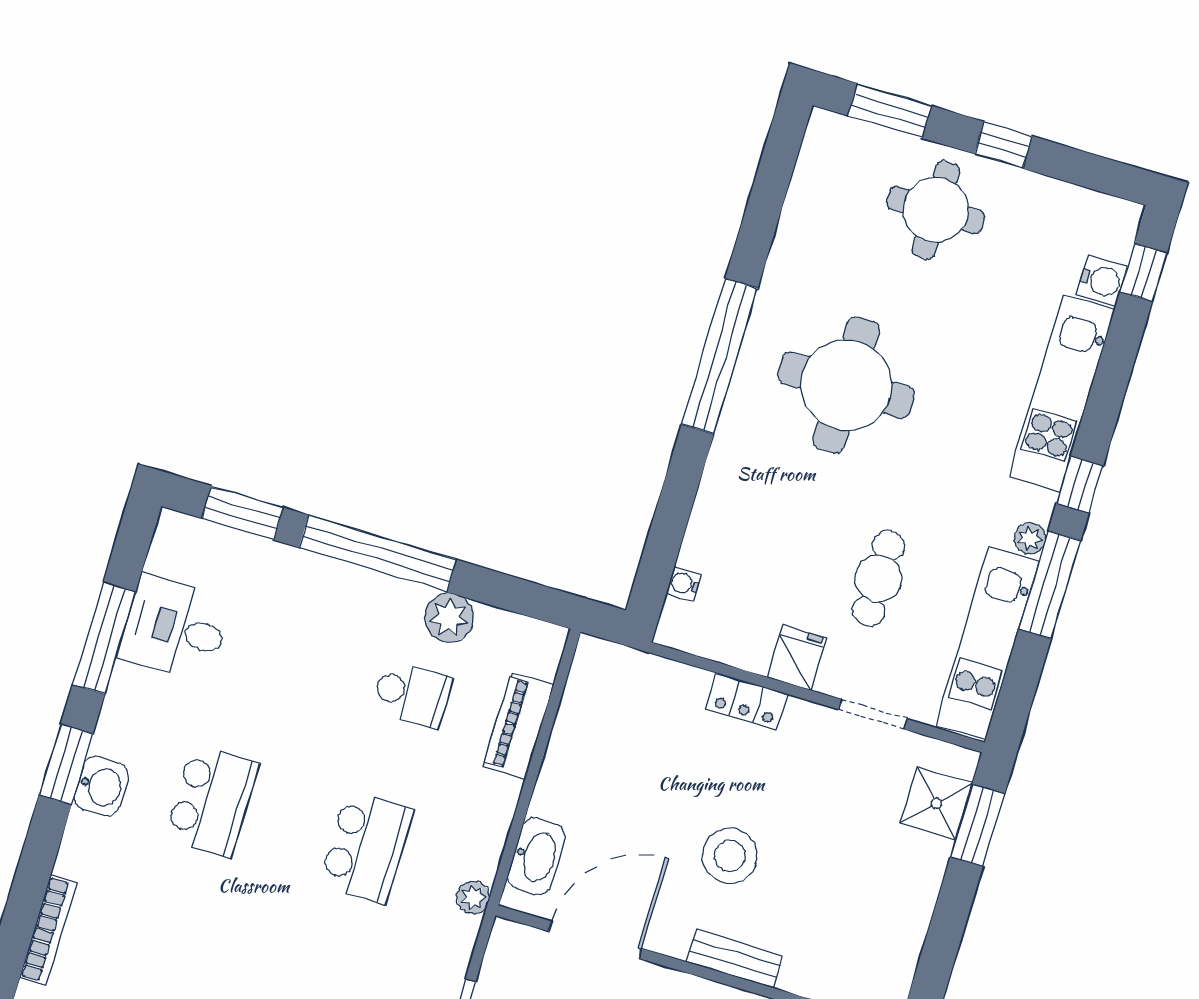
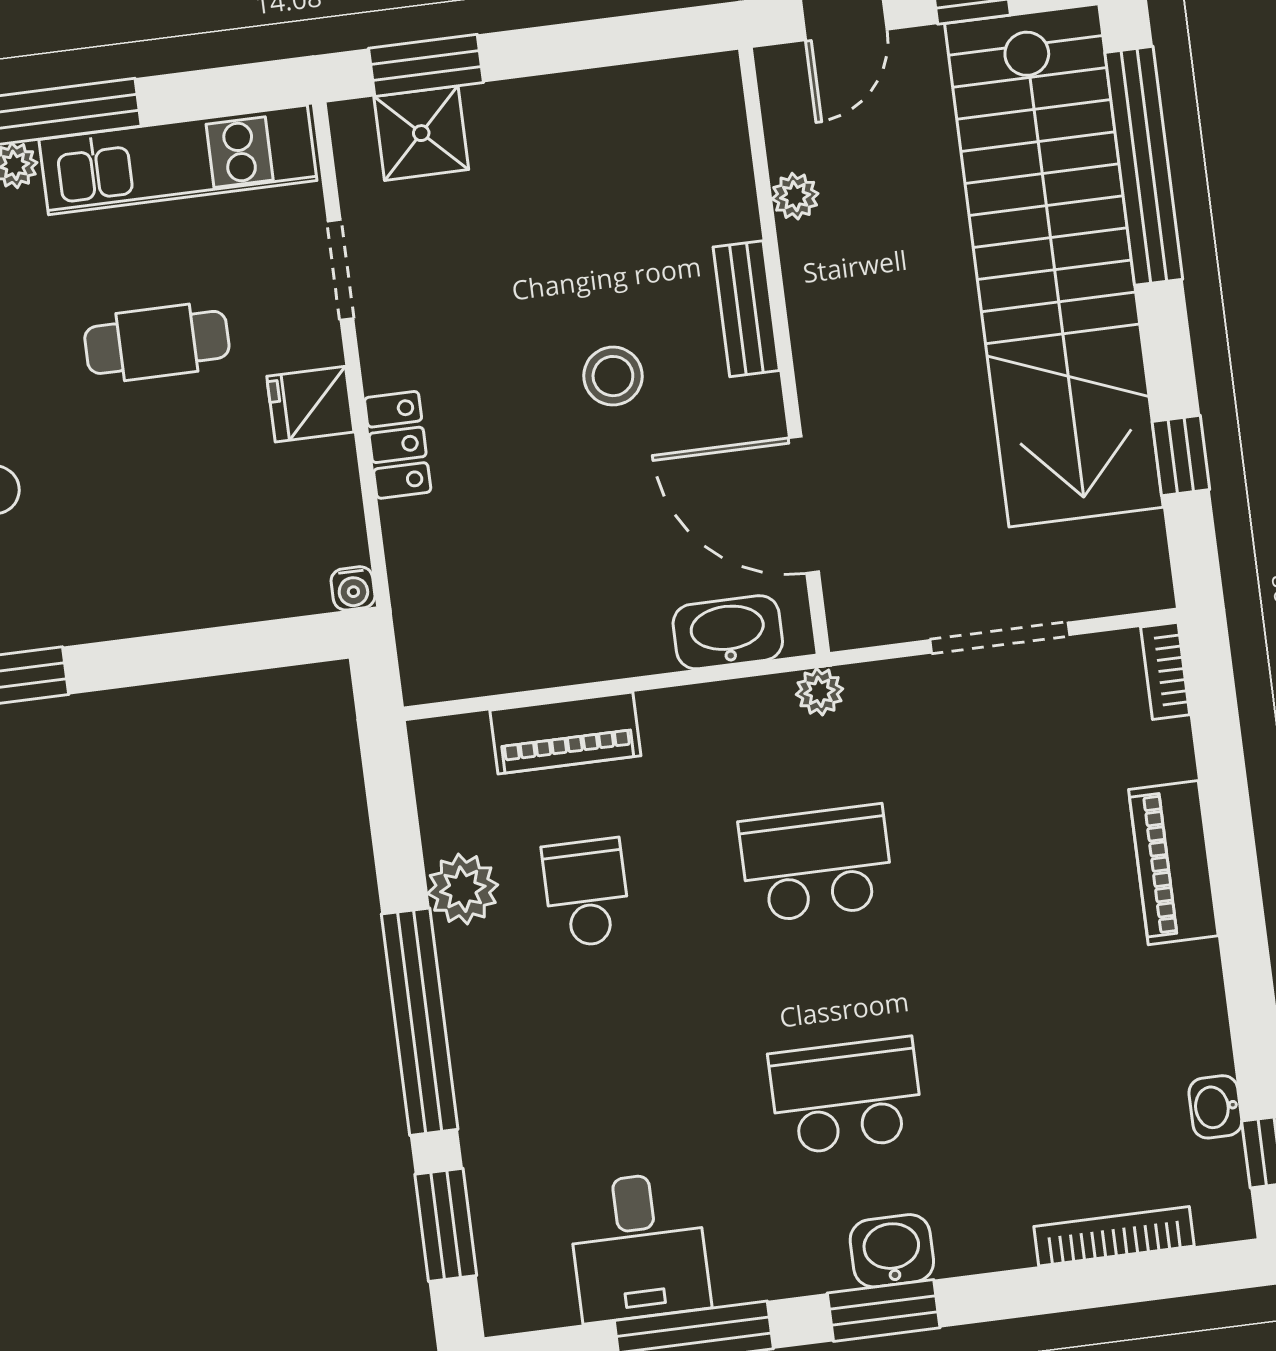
water cooler: (684, 584) -> (353, 588), moved
stool: (730, 856) -> (613, 376), width x0.73, depth x0.73

